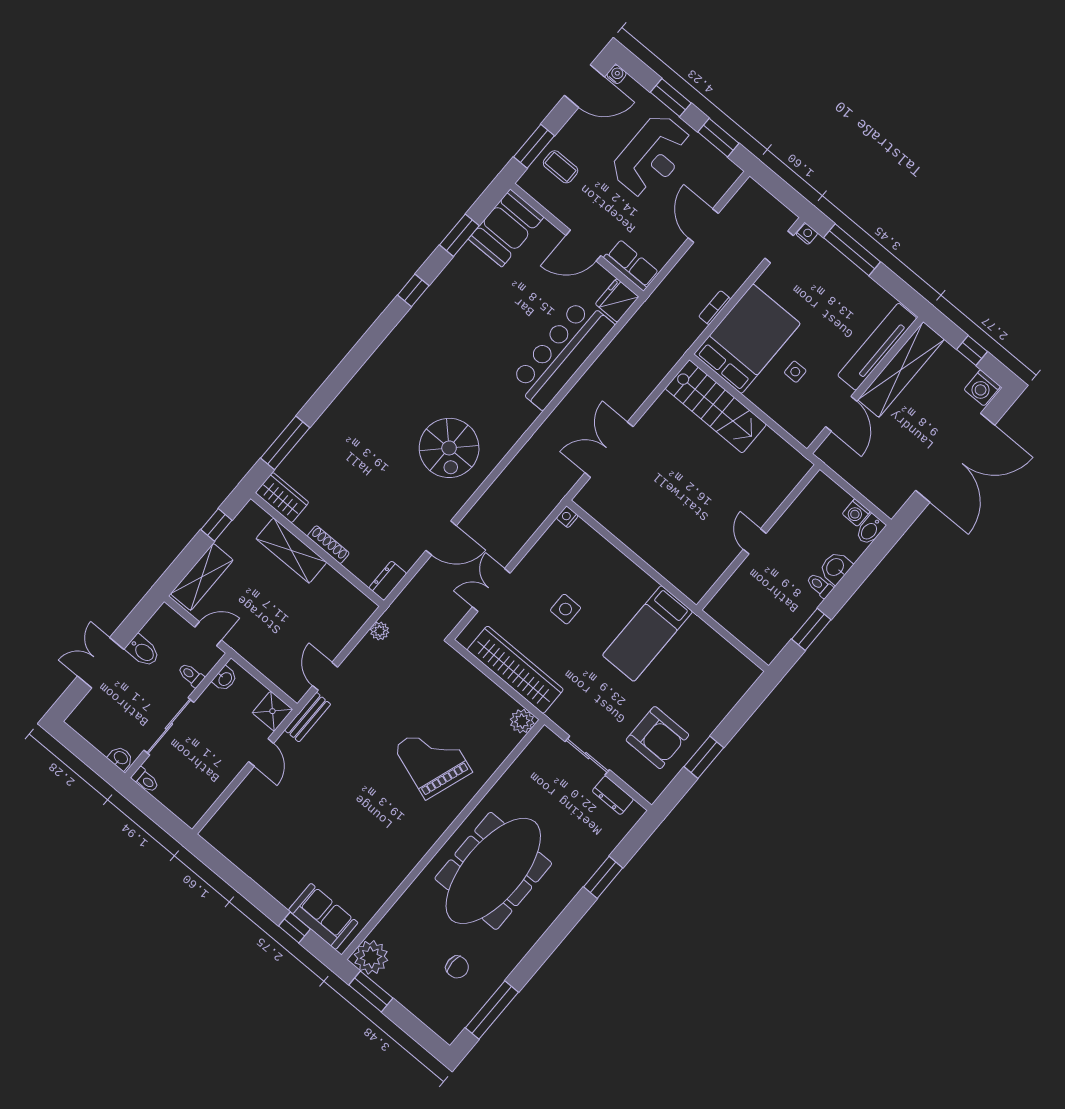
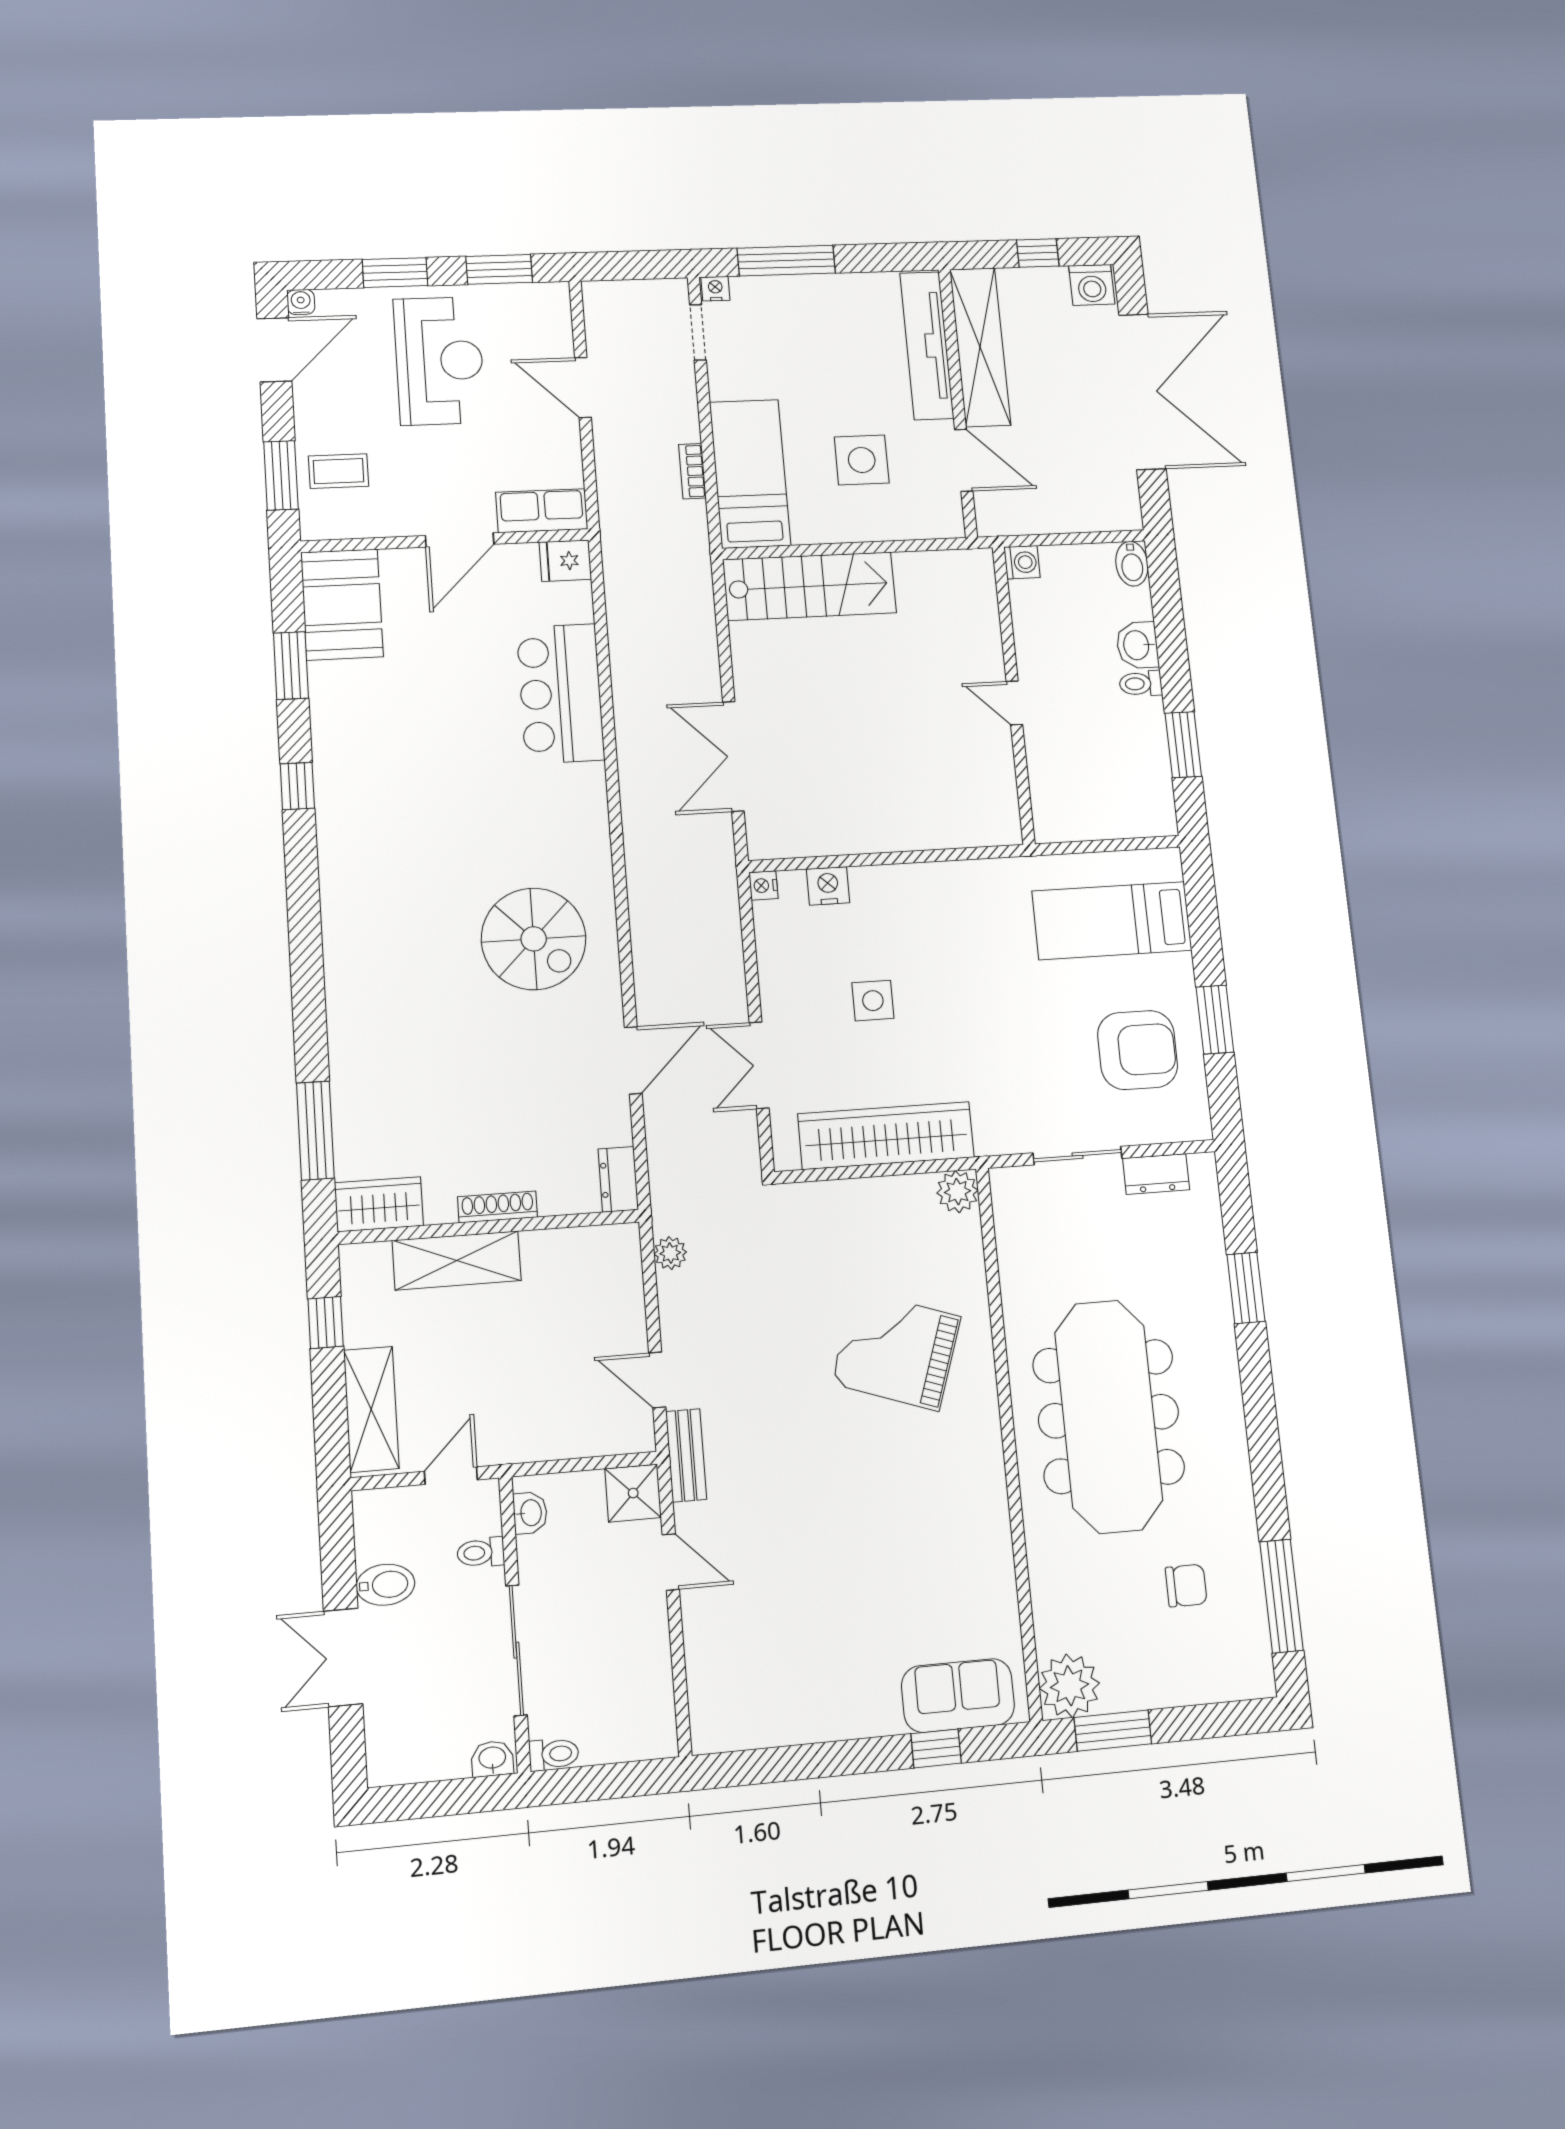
fridge: (617, 300) -> (565, 561), width x0.72
bed: (747, 339) -> (750, 474), width x0.67
bar counter: (562, 353) -> (561, 694), width x0.73
side table: (795, 372) -> (862, 460), width x1.87, depth x1.87
washing machine: (856, 513) -> (1022, 562), moved, turned -90
nightstand: (595, 543) -> (828, 886), added
bed: (648, 633) -> (1112, 921), moved, turned 90

